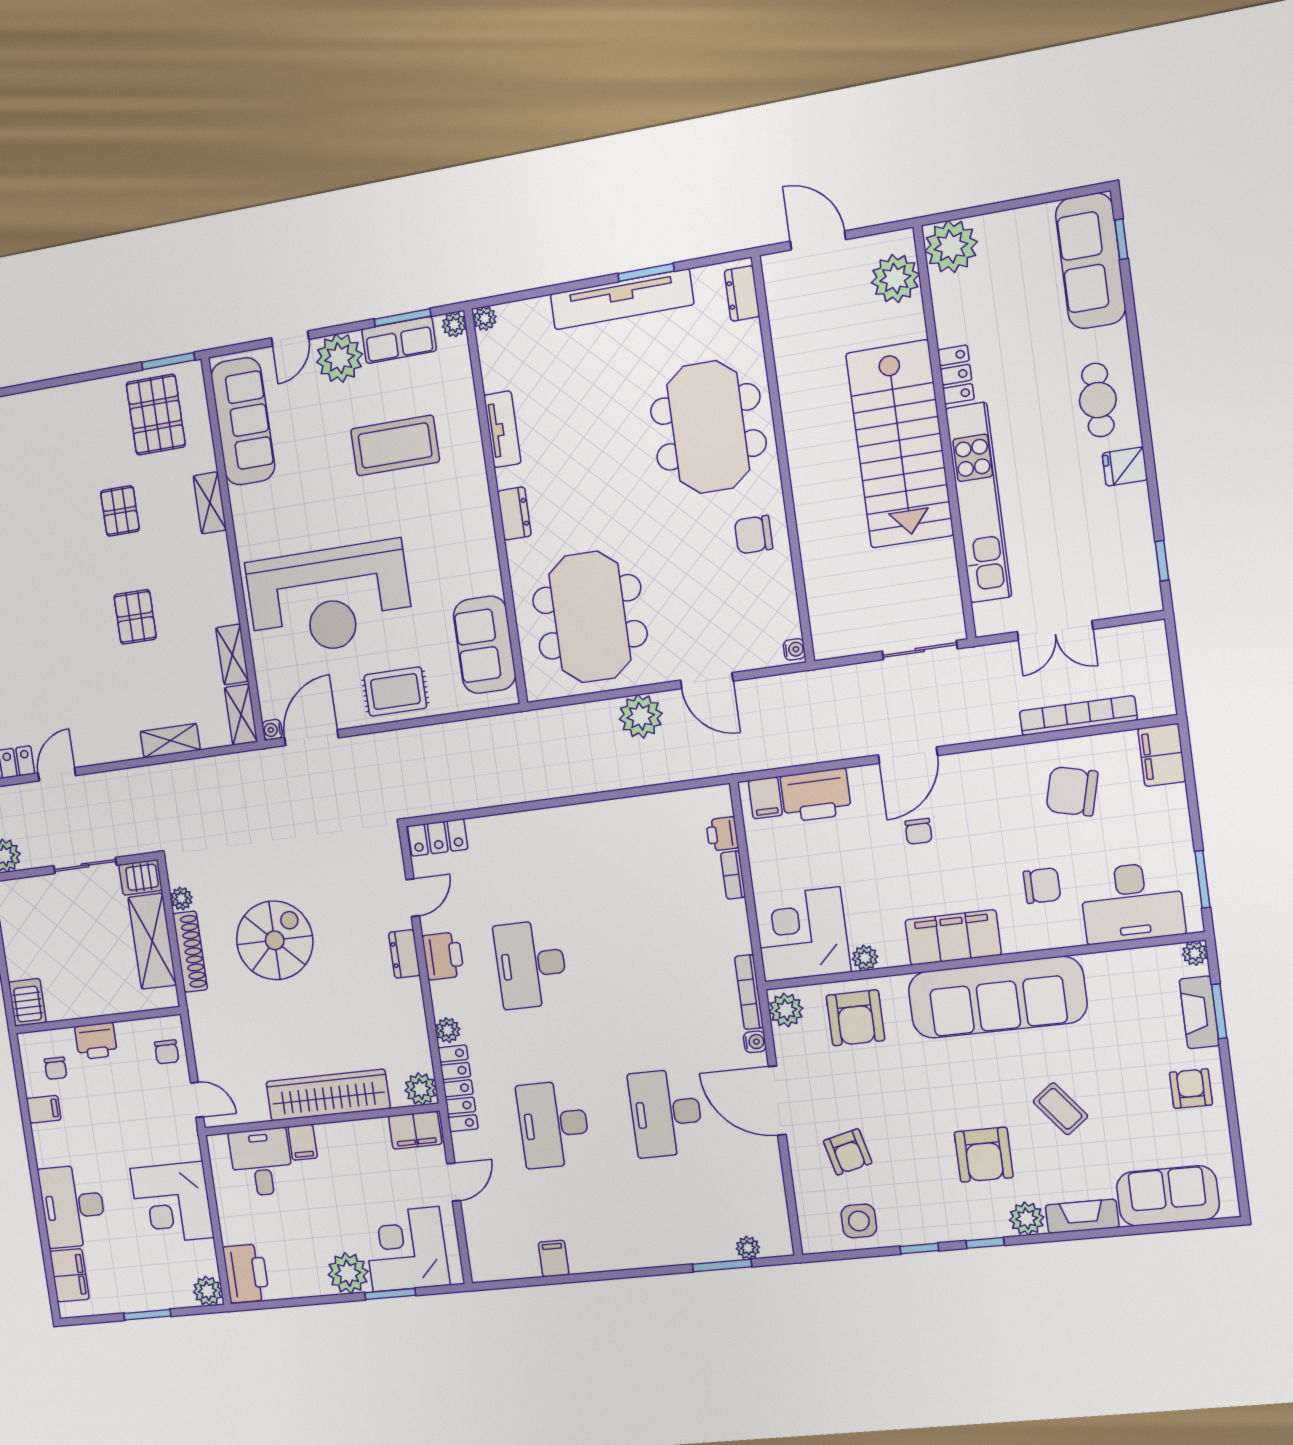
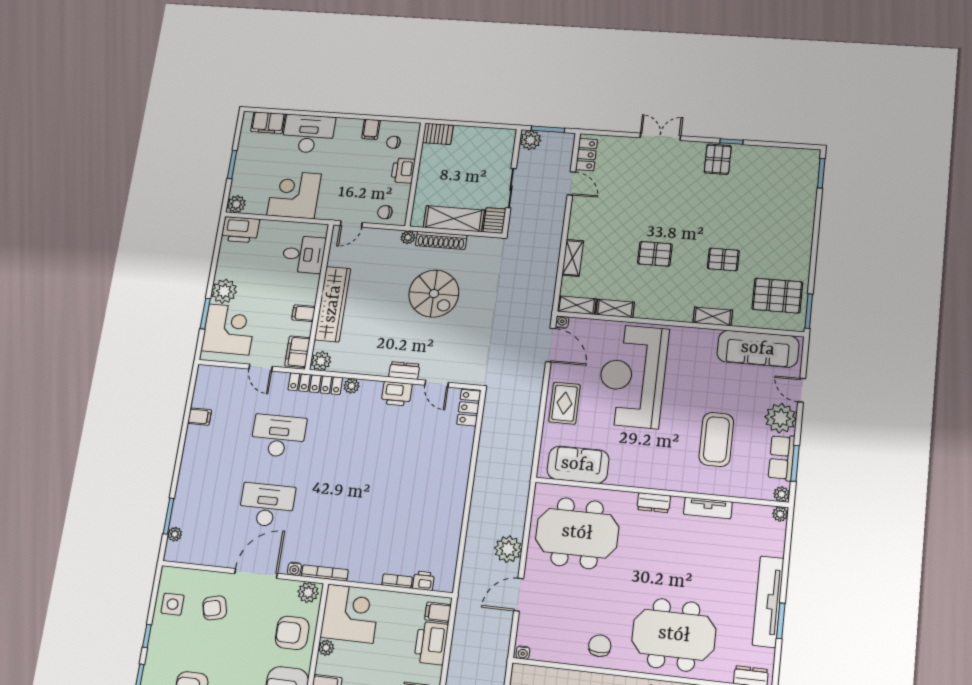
plant: (181, 898) -> (408, 237), moved
desk: (531, 964) -> (377, 446), removed
filing cabinet: (303, 1142) -> (304, 313), moved

